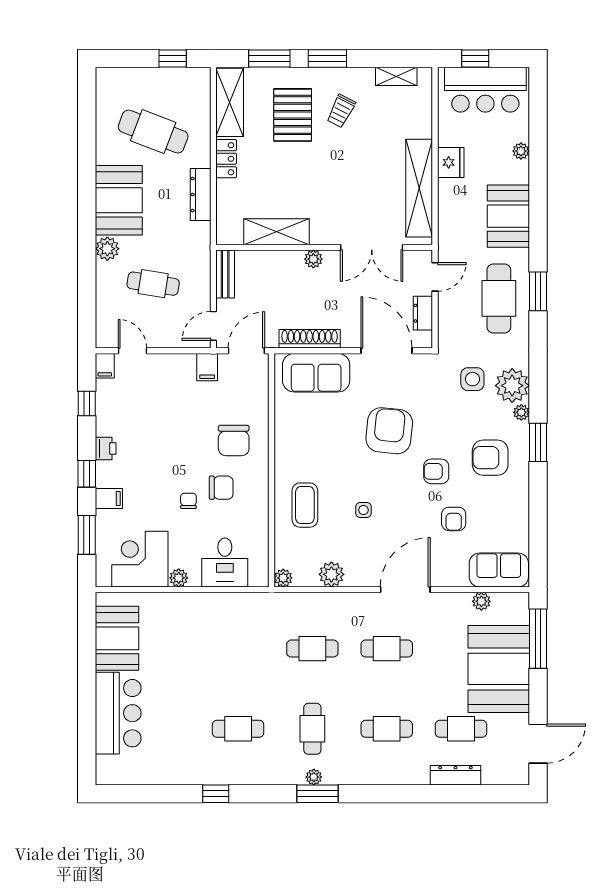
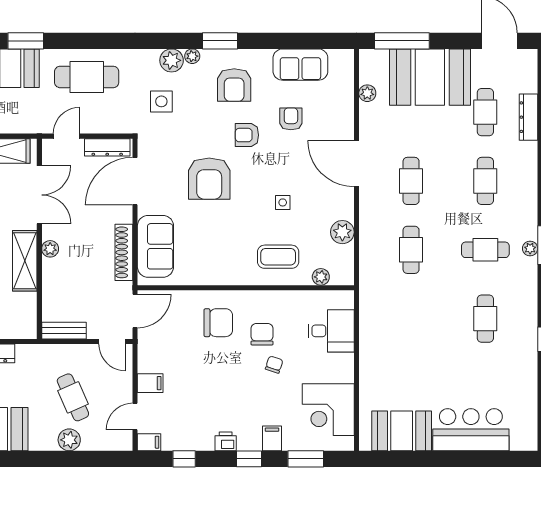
shelving: (276, 232) -> (25, 261), moved
plant: (107, 249) -> (69, 440), moved
door: (435, 277) -> (67, 136), hinge flipped
cafe table: (153, 284) -> (73, 397), turned -33
window: (538, 291) -> (26, 41), moved
dresser: (423, 313) -> (107, 147), width x1.44
door: (246, 351) -> (135, 311), swing flipped
filing cabinet: (207, 367) -> (150, 383), moved
plant: (512, 386) -> (172, 60), width x0.73, depth x0.73
armchair: (389, 431) -> (209, 179), turned -96
armchair: (436, 471) -> (247, 135), turned 90
chair: (188, 501) -> (274, 365), turned 108
armchair: (454, 519) -> (291, 119), turned -90
sofa: (499, 570) -> (300, 65), moved, turned -90
plant: (179, 578) -> (346, 374), removed
plant: (283, 578) -> (321, 277), moved

